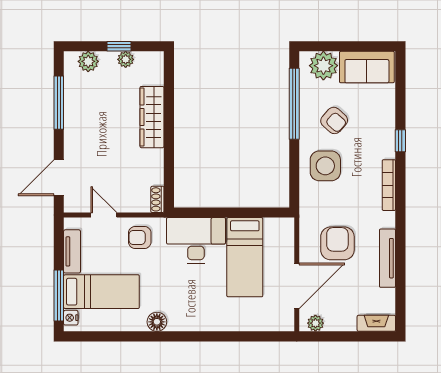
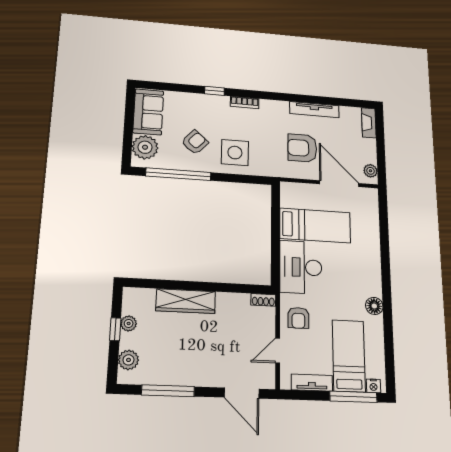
bookcase: (389, 185) -> (245, 102), width x0.64

